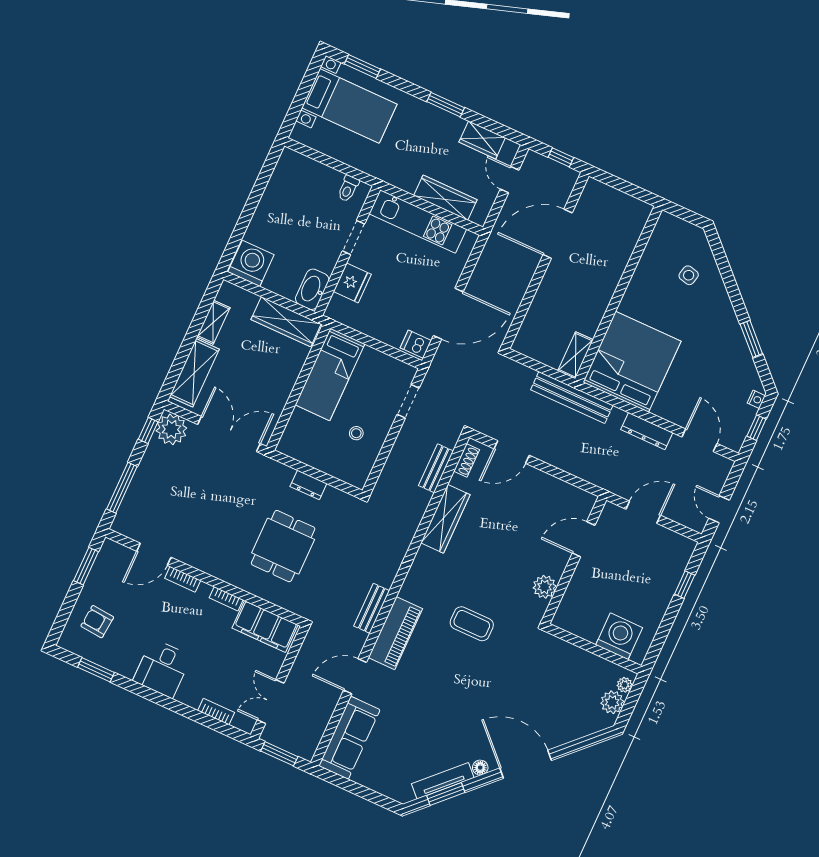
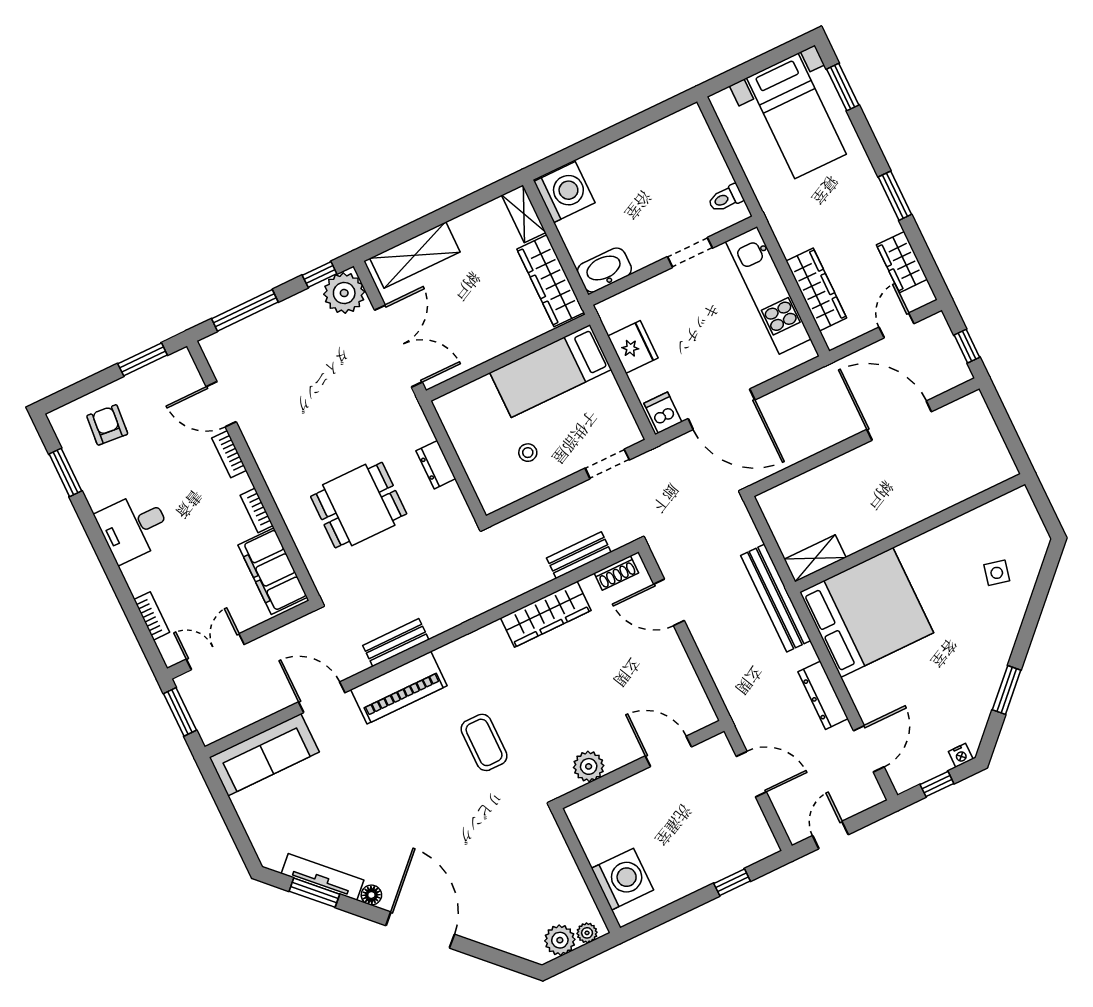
fridge: (352, 283) -> (633, 347), moved, turned -90
shelving: (213, 322) -> (524, 214), moved, turned 90

